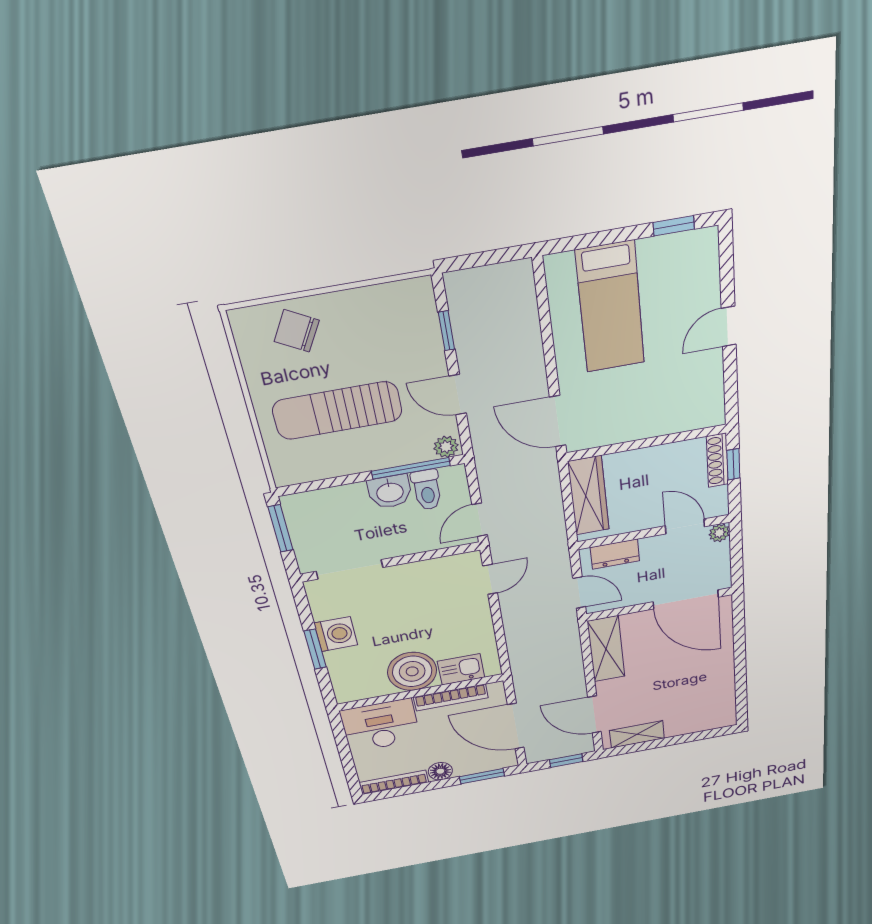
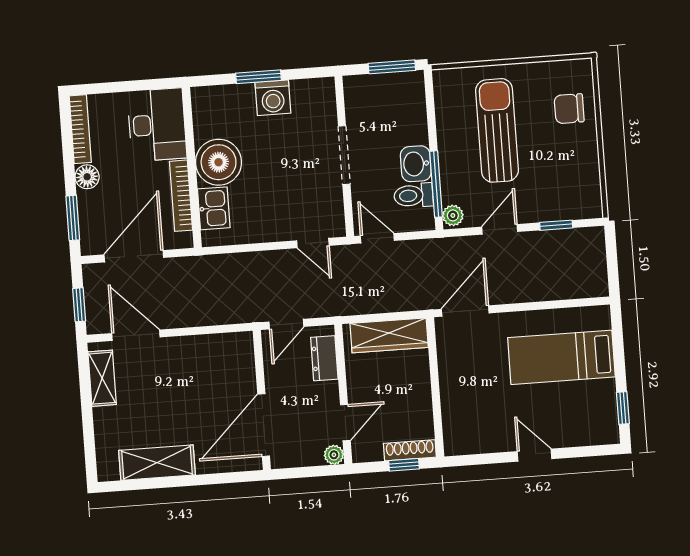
chair: (297, 331) -> (569, 109), turned -119
doorway: (350, 569) -> (344, 155), moved
shelving: (606, 649) -> (157, 463), moved
door: (594, 715) -> (136, 335), hinge flipped

